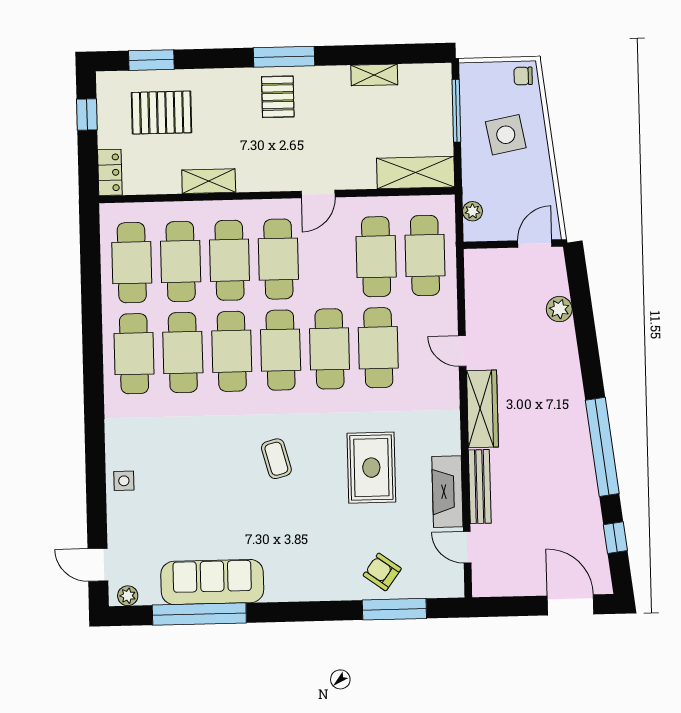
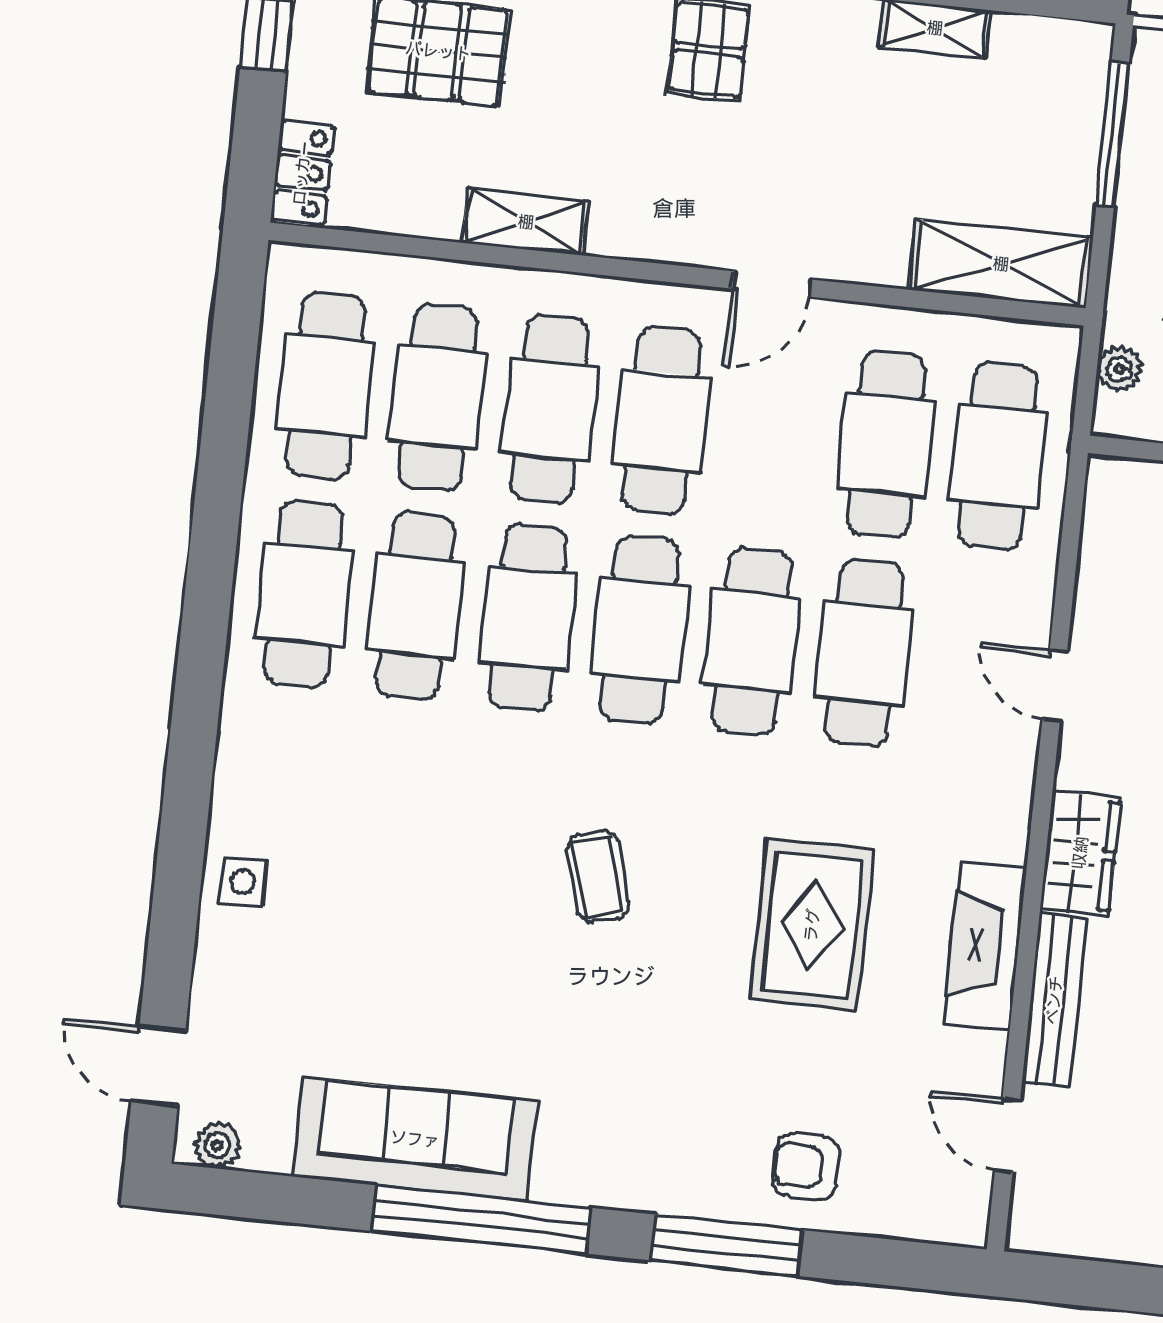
wardrobe: (482, 409) -> (1080, 853), width x0.67
fireplace: (447, 492) -> (985, 946), moved
armchair: (382, 572) -> (806, 1166), turned -36
window: (394, 609) -> (726, 1245), moved
window: (199, 614) -> (481, 1219), moved

